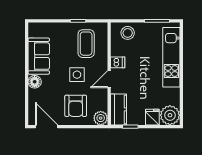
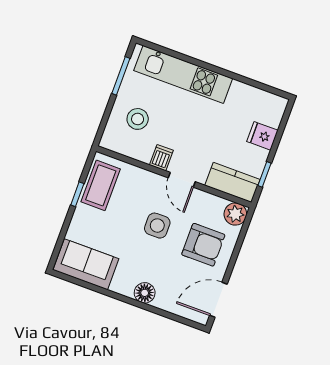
stool: (128, 33) -> (138, 119), moved
coffee table: (86, 44) -> (101, 185), moved, turned 90
sofa: (39, 56) -> (86, 264), moved
plant: (170, 115) -> (269, 109), removed

